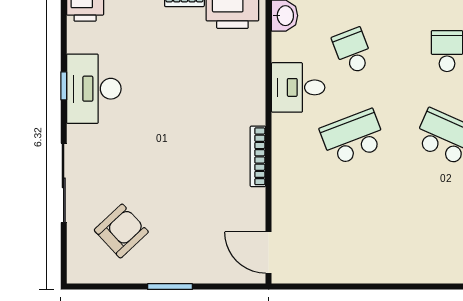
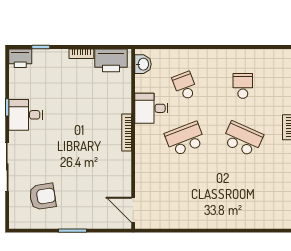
desk: (94, 89) -> (26, 115), width x0.73
bookcase: (258, 156) -> (127, 133), moved
armchair: (121, 231) -> (43, 197), turned 34

